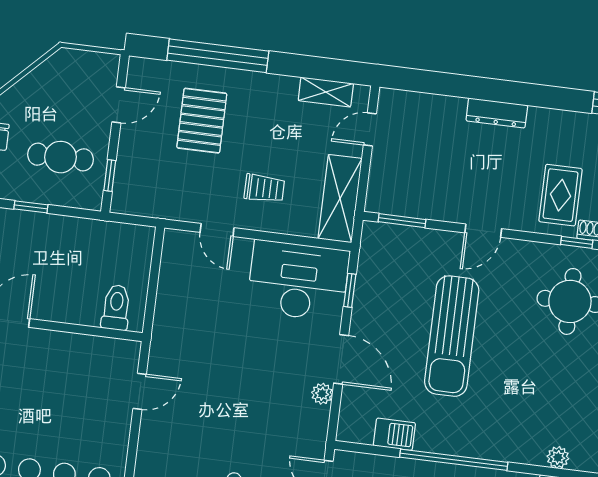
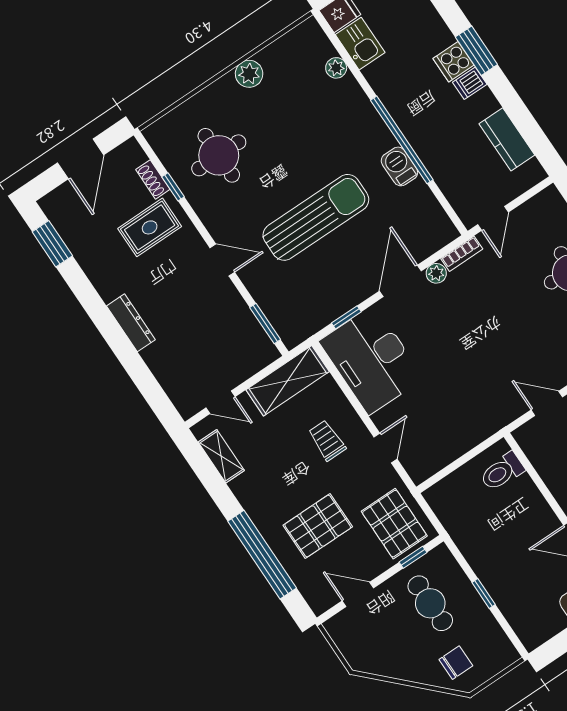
pallet: (150, 184) -> (394, 524), added
bookcase: (320, 428) -> (462, 254), added
barbecue: (394, 434) -> (399, 166), moved

